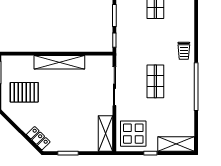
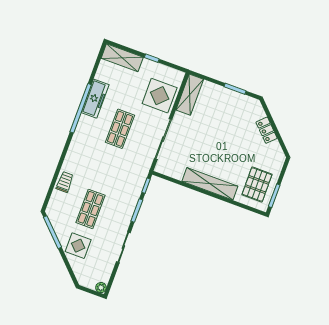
trolley: (184, 51) -> (65, 182), moved
pallet: (24, 92) -> (257, 184), moved, turned 90
freezer: (187, 100) -> (95, 99), added
display table: (133, 134) -> (160, 96), moved
locker: (38, 138) -> (267, 130), moved

